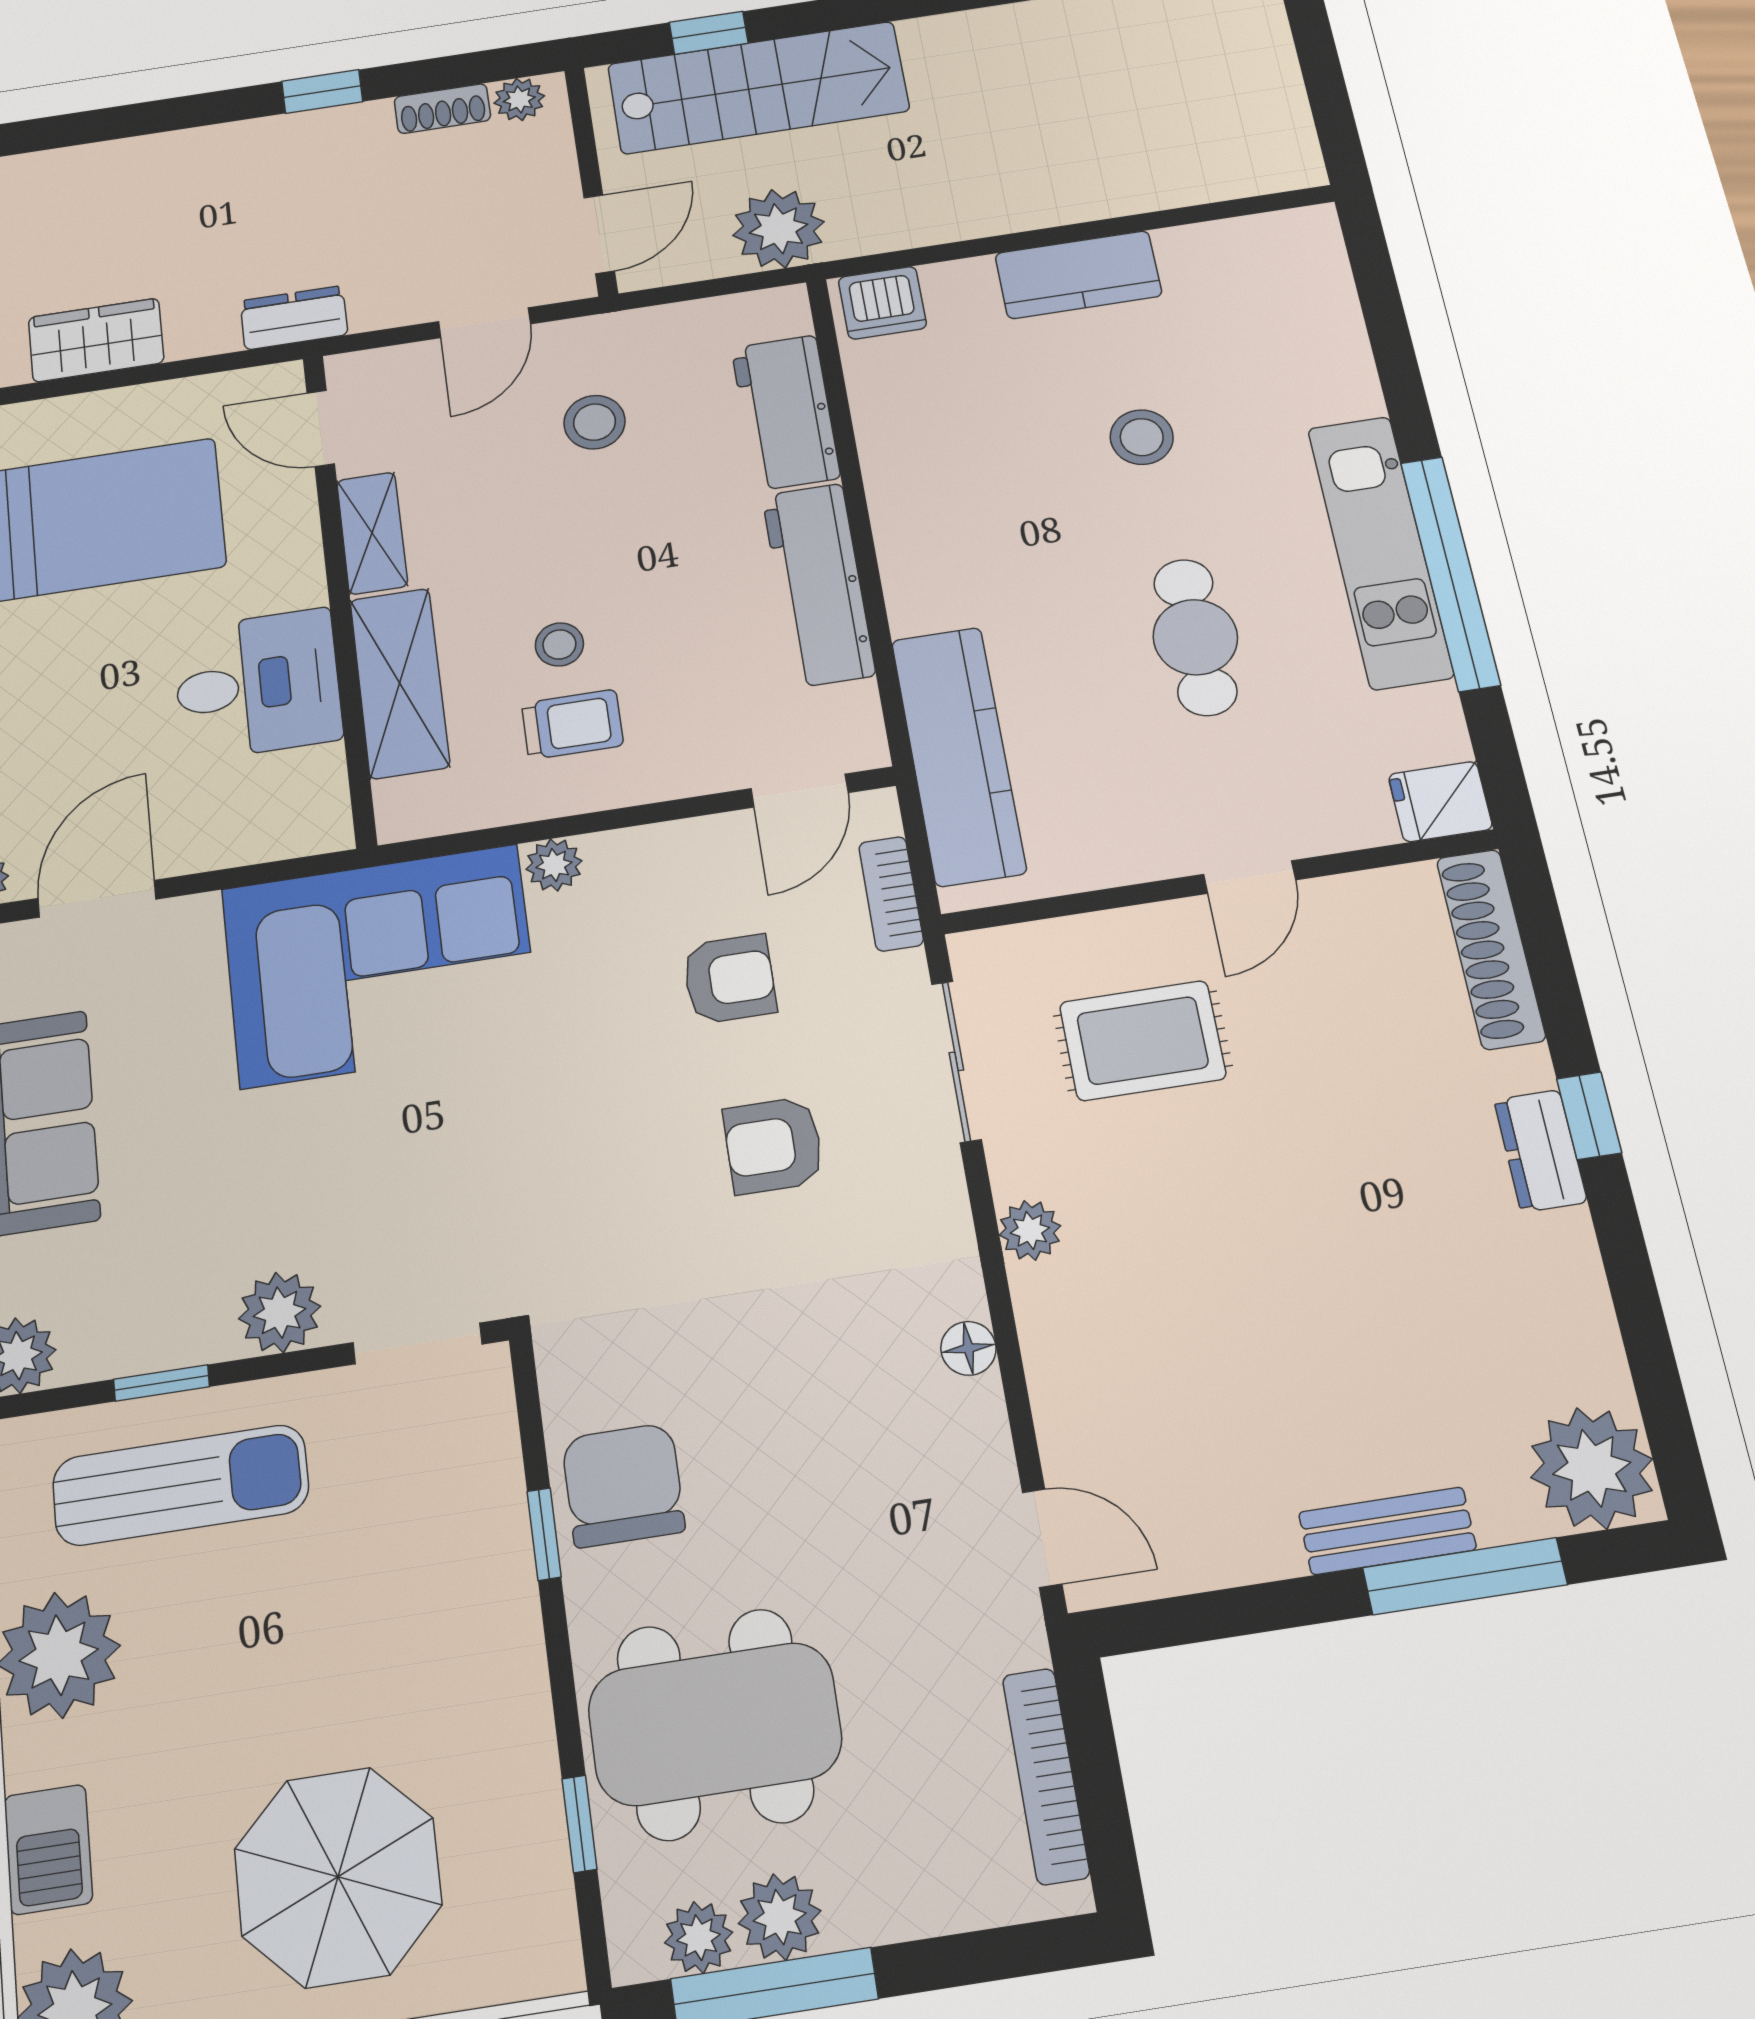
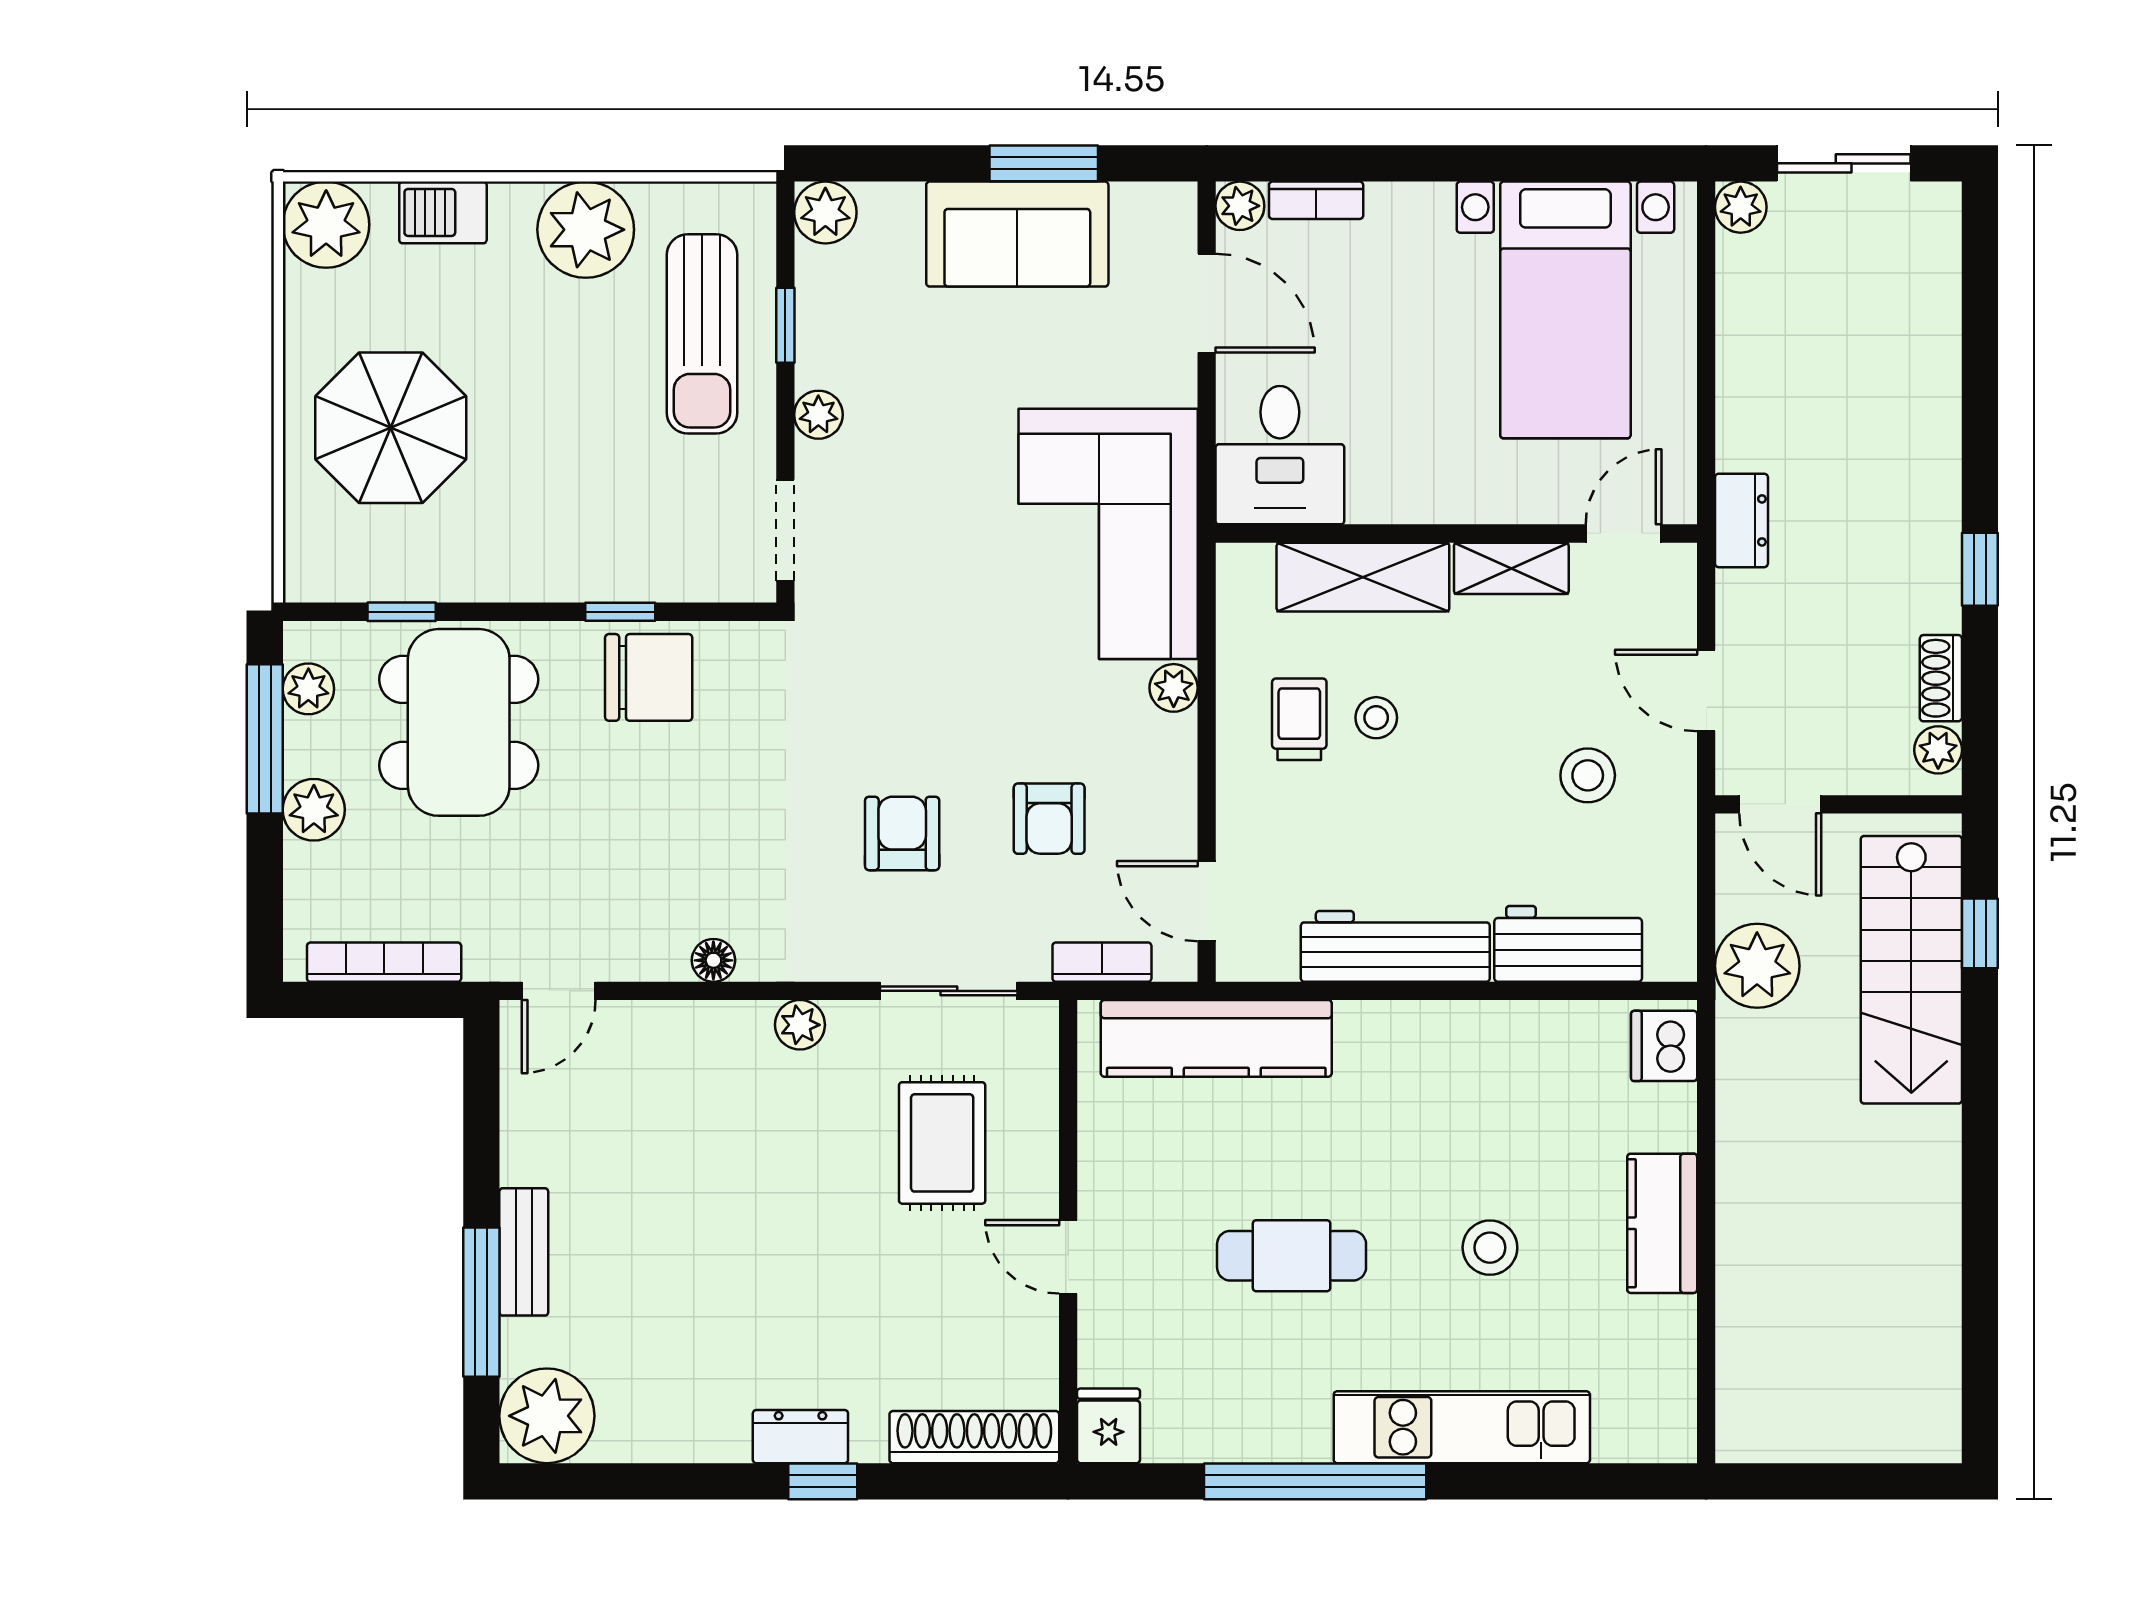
wardrobe: (96, 340) -> (1750, 340), removed
kitchen unit: (1380, 551) -> (1462, 1427), moved
desk: (257, 684) -> (1280, 455), moved
trolley: (572, 724) -> (1299, 719), turned 180
plant: (280, 1312) -> (818, 415), width x0.73, depth x0.73
plant: (780, 1917) -> (314, 810), moved

